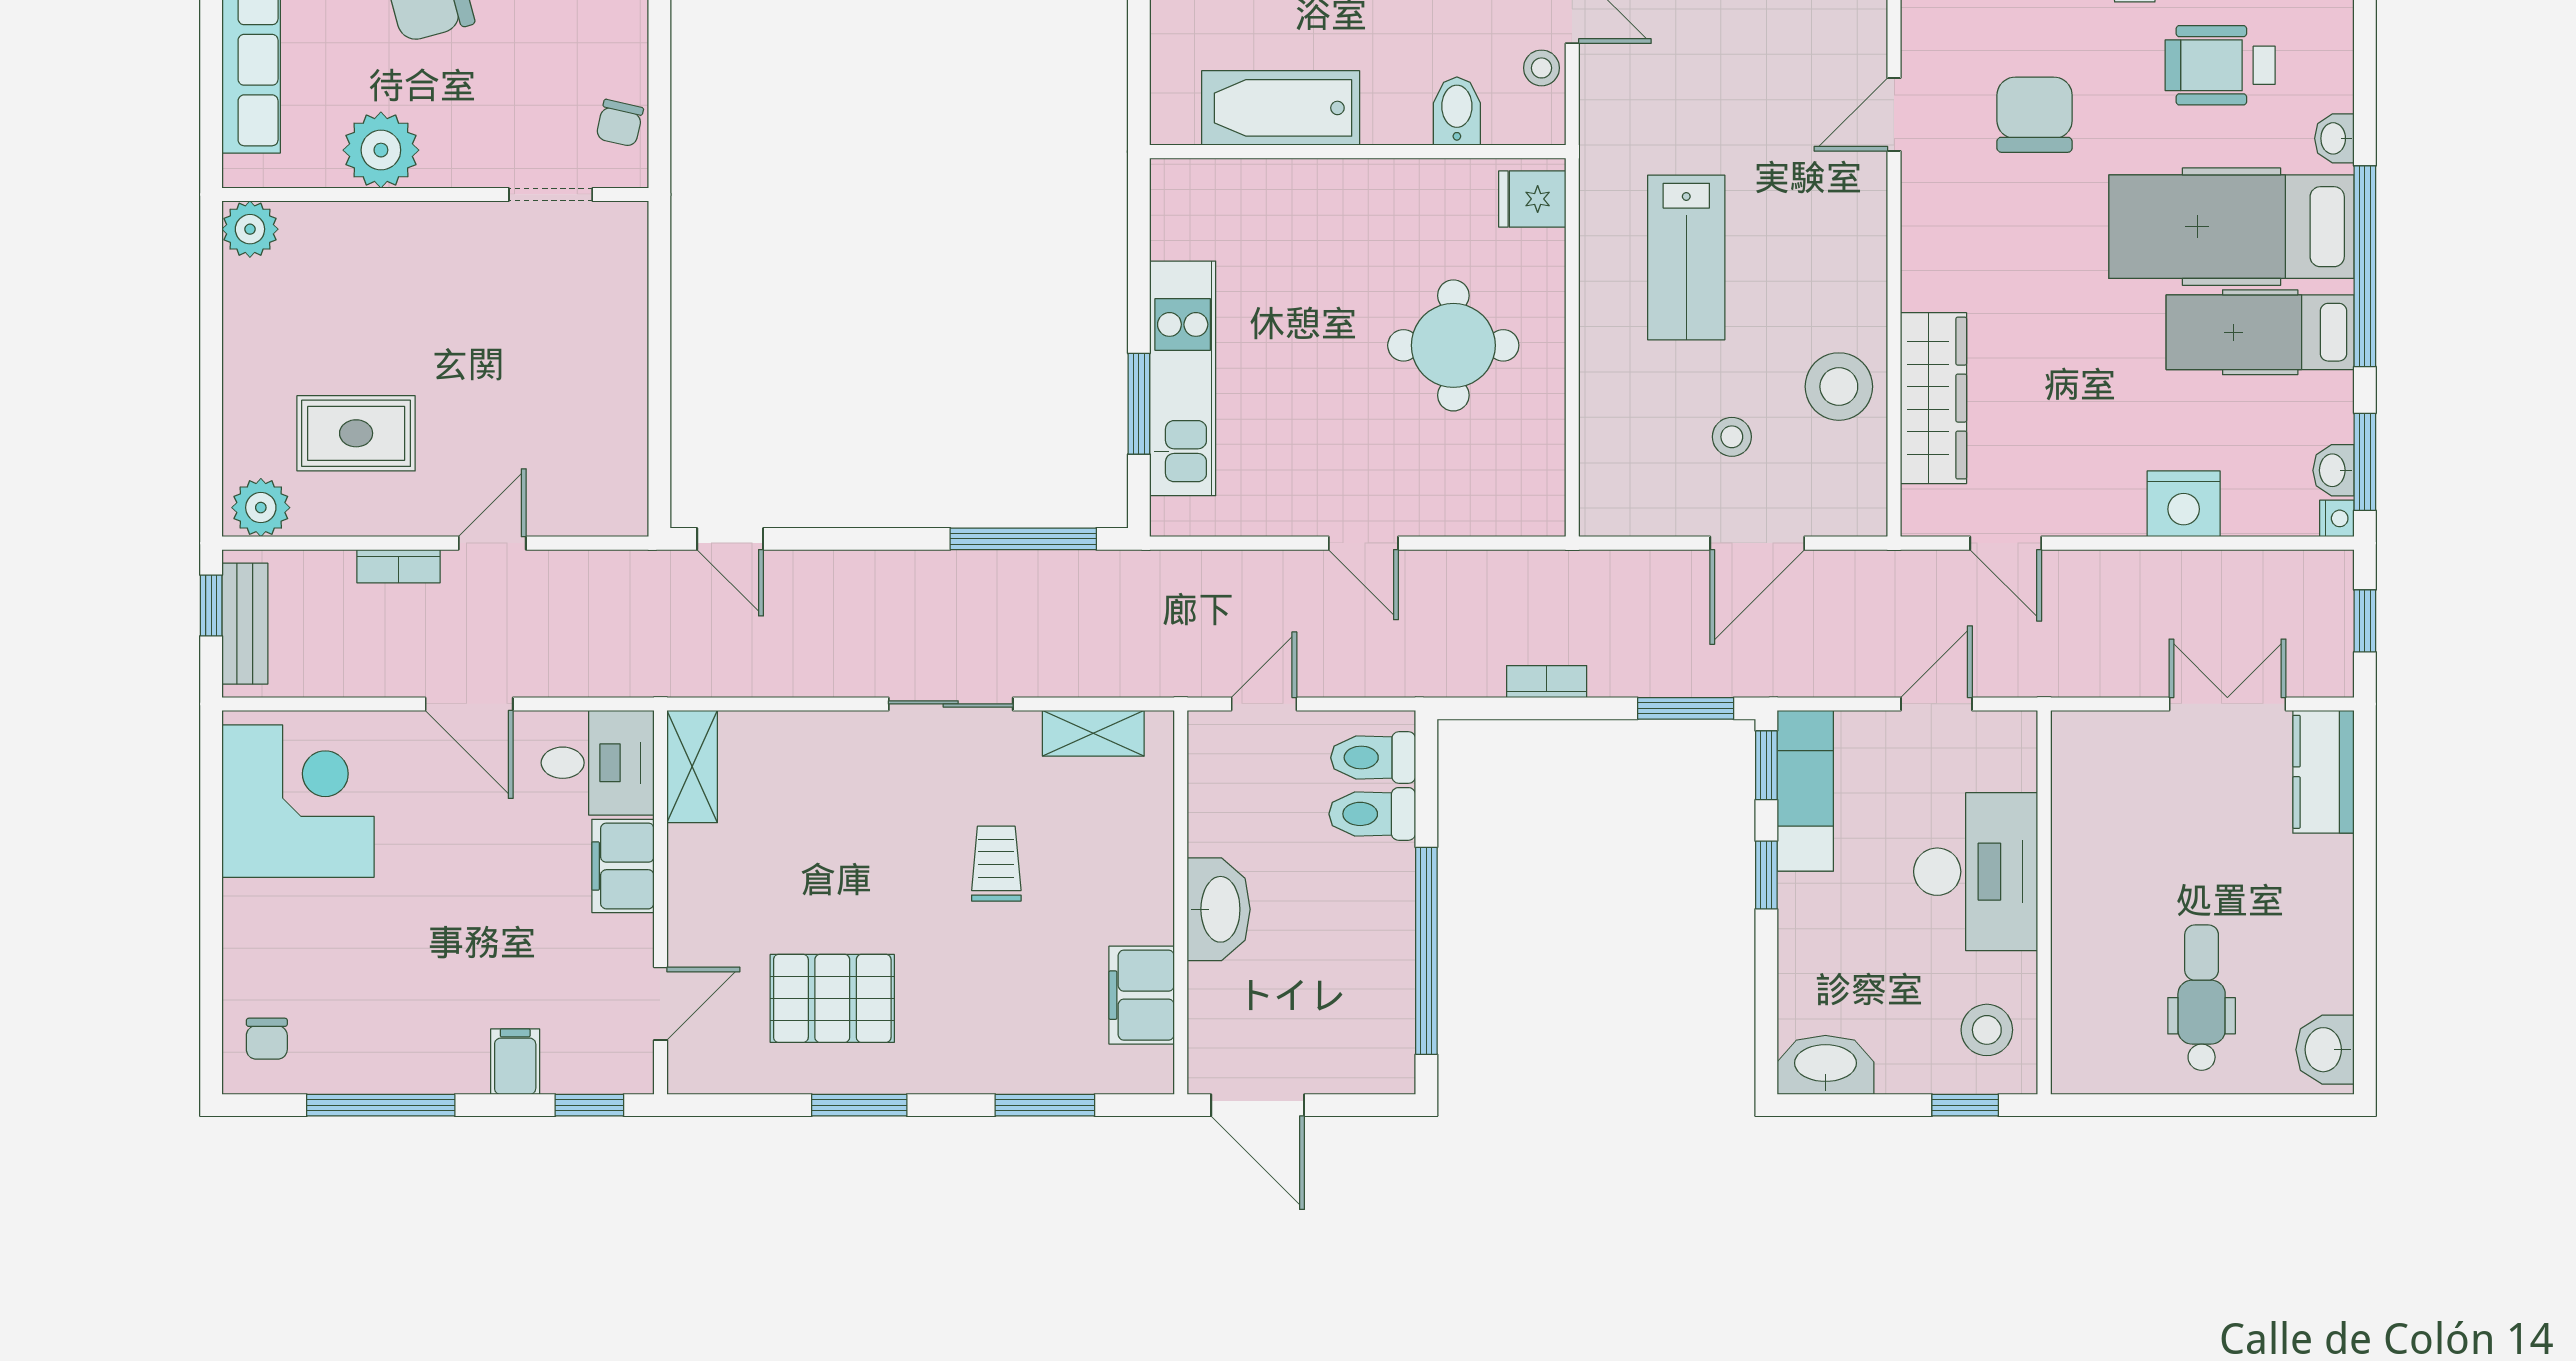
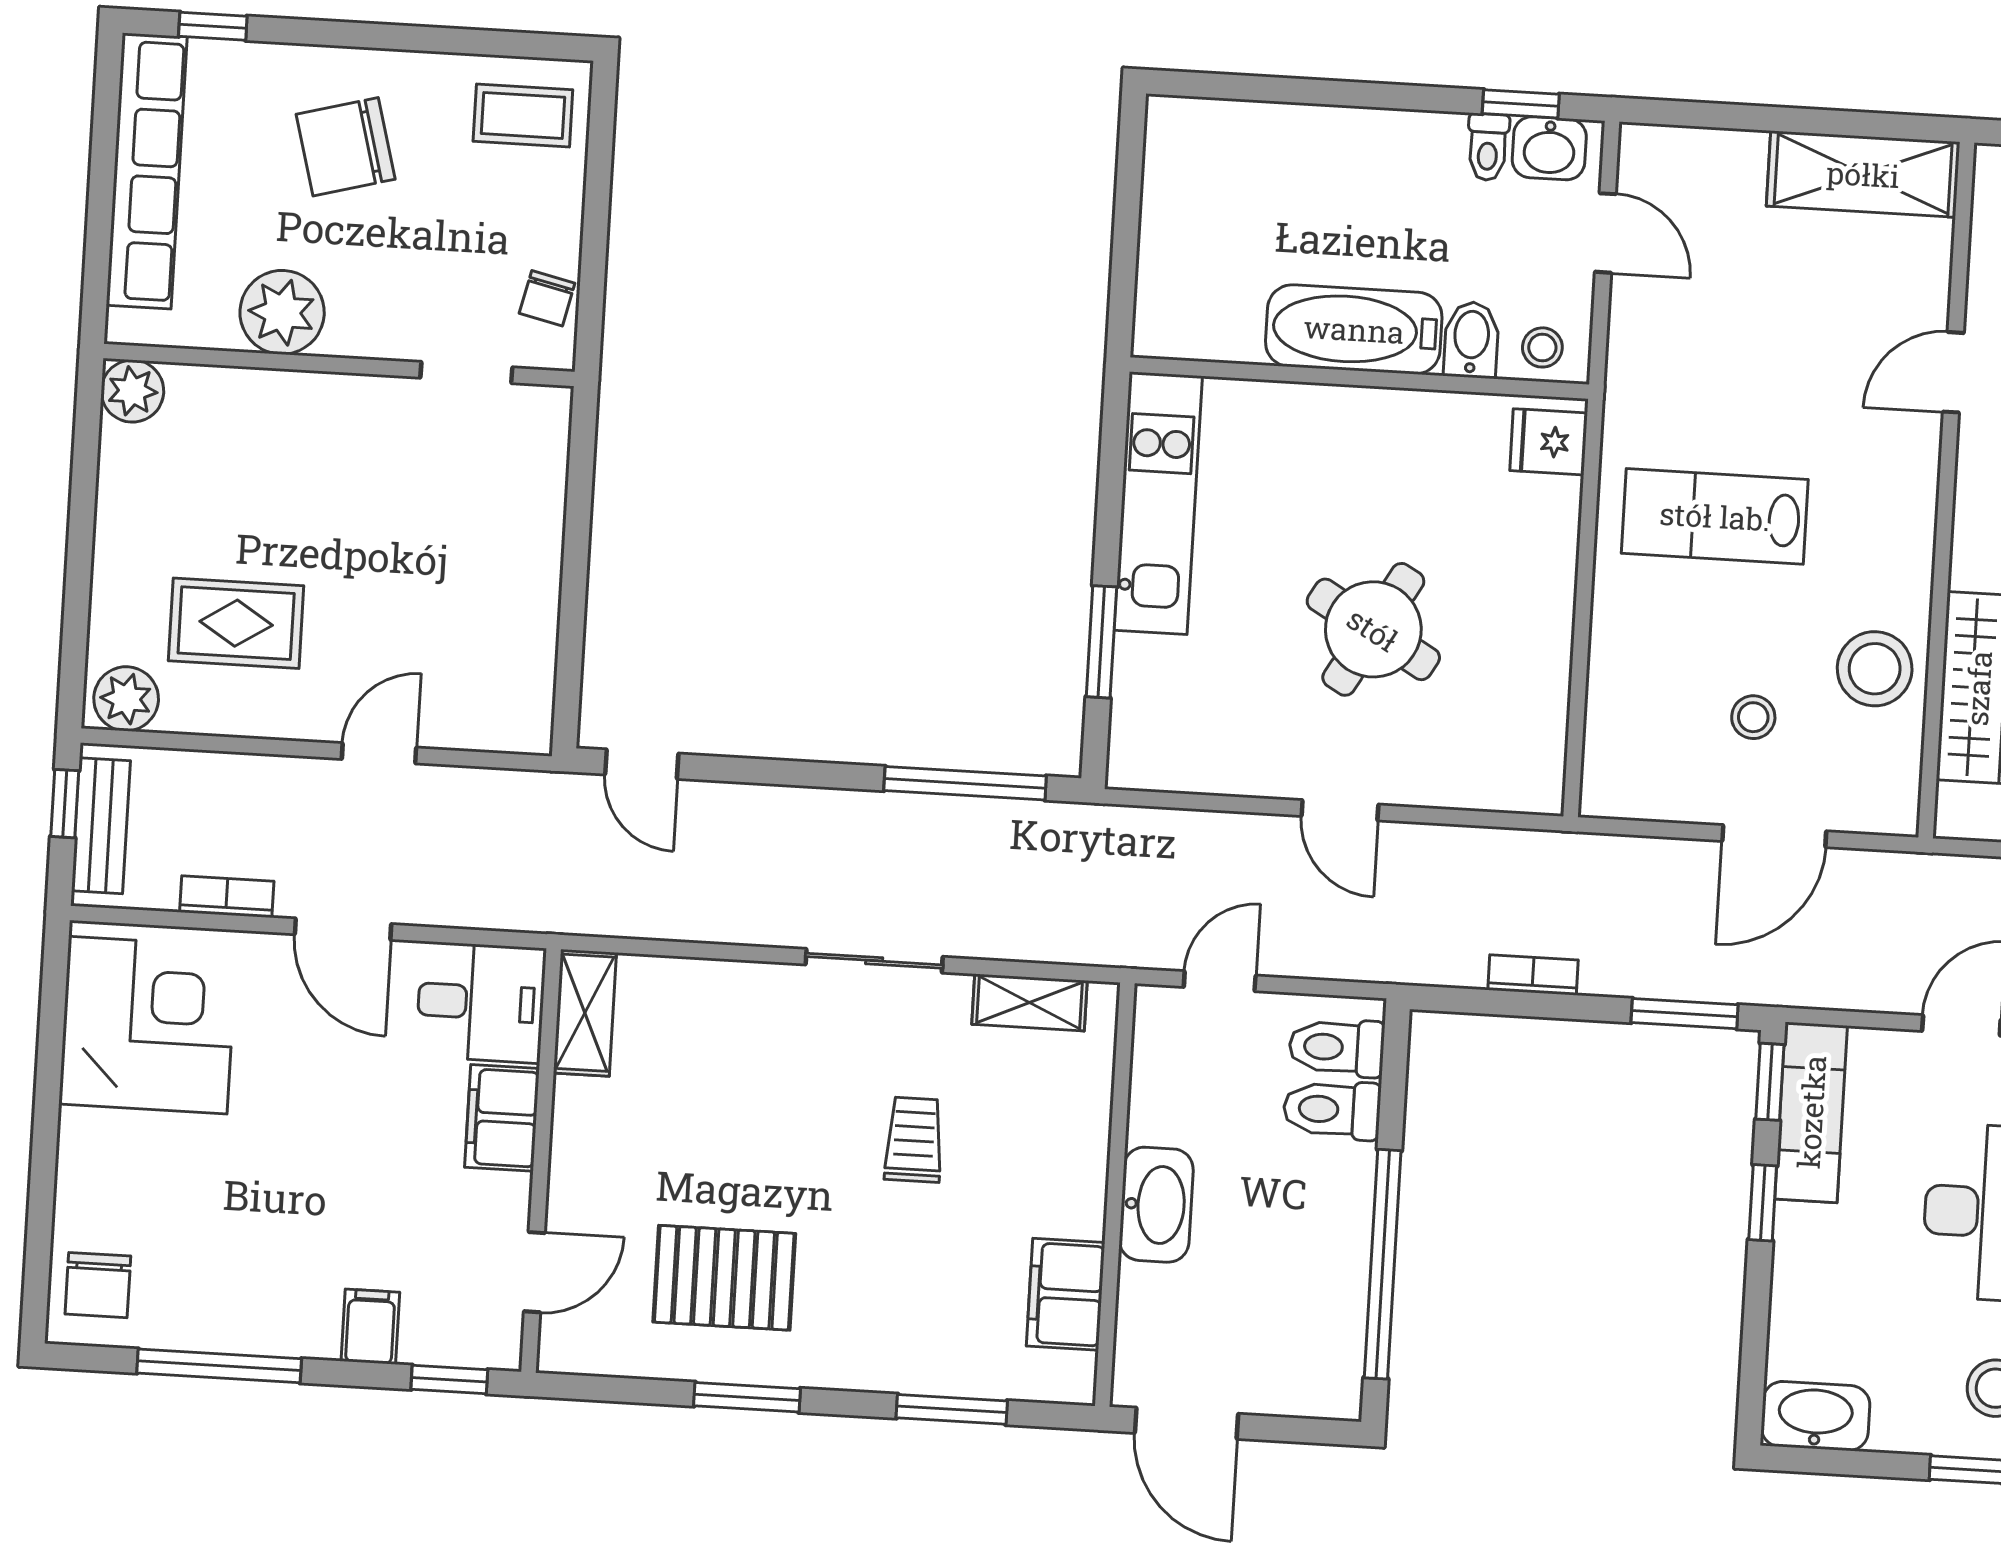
stool: (1542, 68) -> (1542, 347), moved
bathtub: (1281, 108) -> (1354, 329), moved
lab bench: (1686, 257) -> (1715, 516), turned 90
round table: (1453, 345) -> (1373, 629), moved, turned 30
kitchen unit: (1183, 378) -> (1158, 503), moved
bookcase: (399, 566) -> (227, 897), moved, turned 180
chair: (267, 1039) -> (98, 1285), width x1.37, depth x1.37

